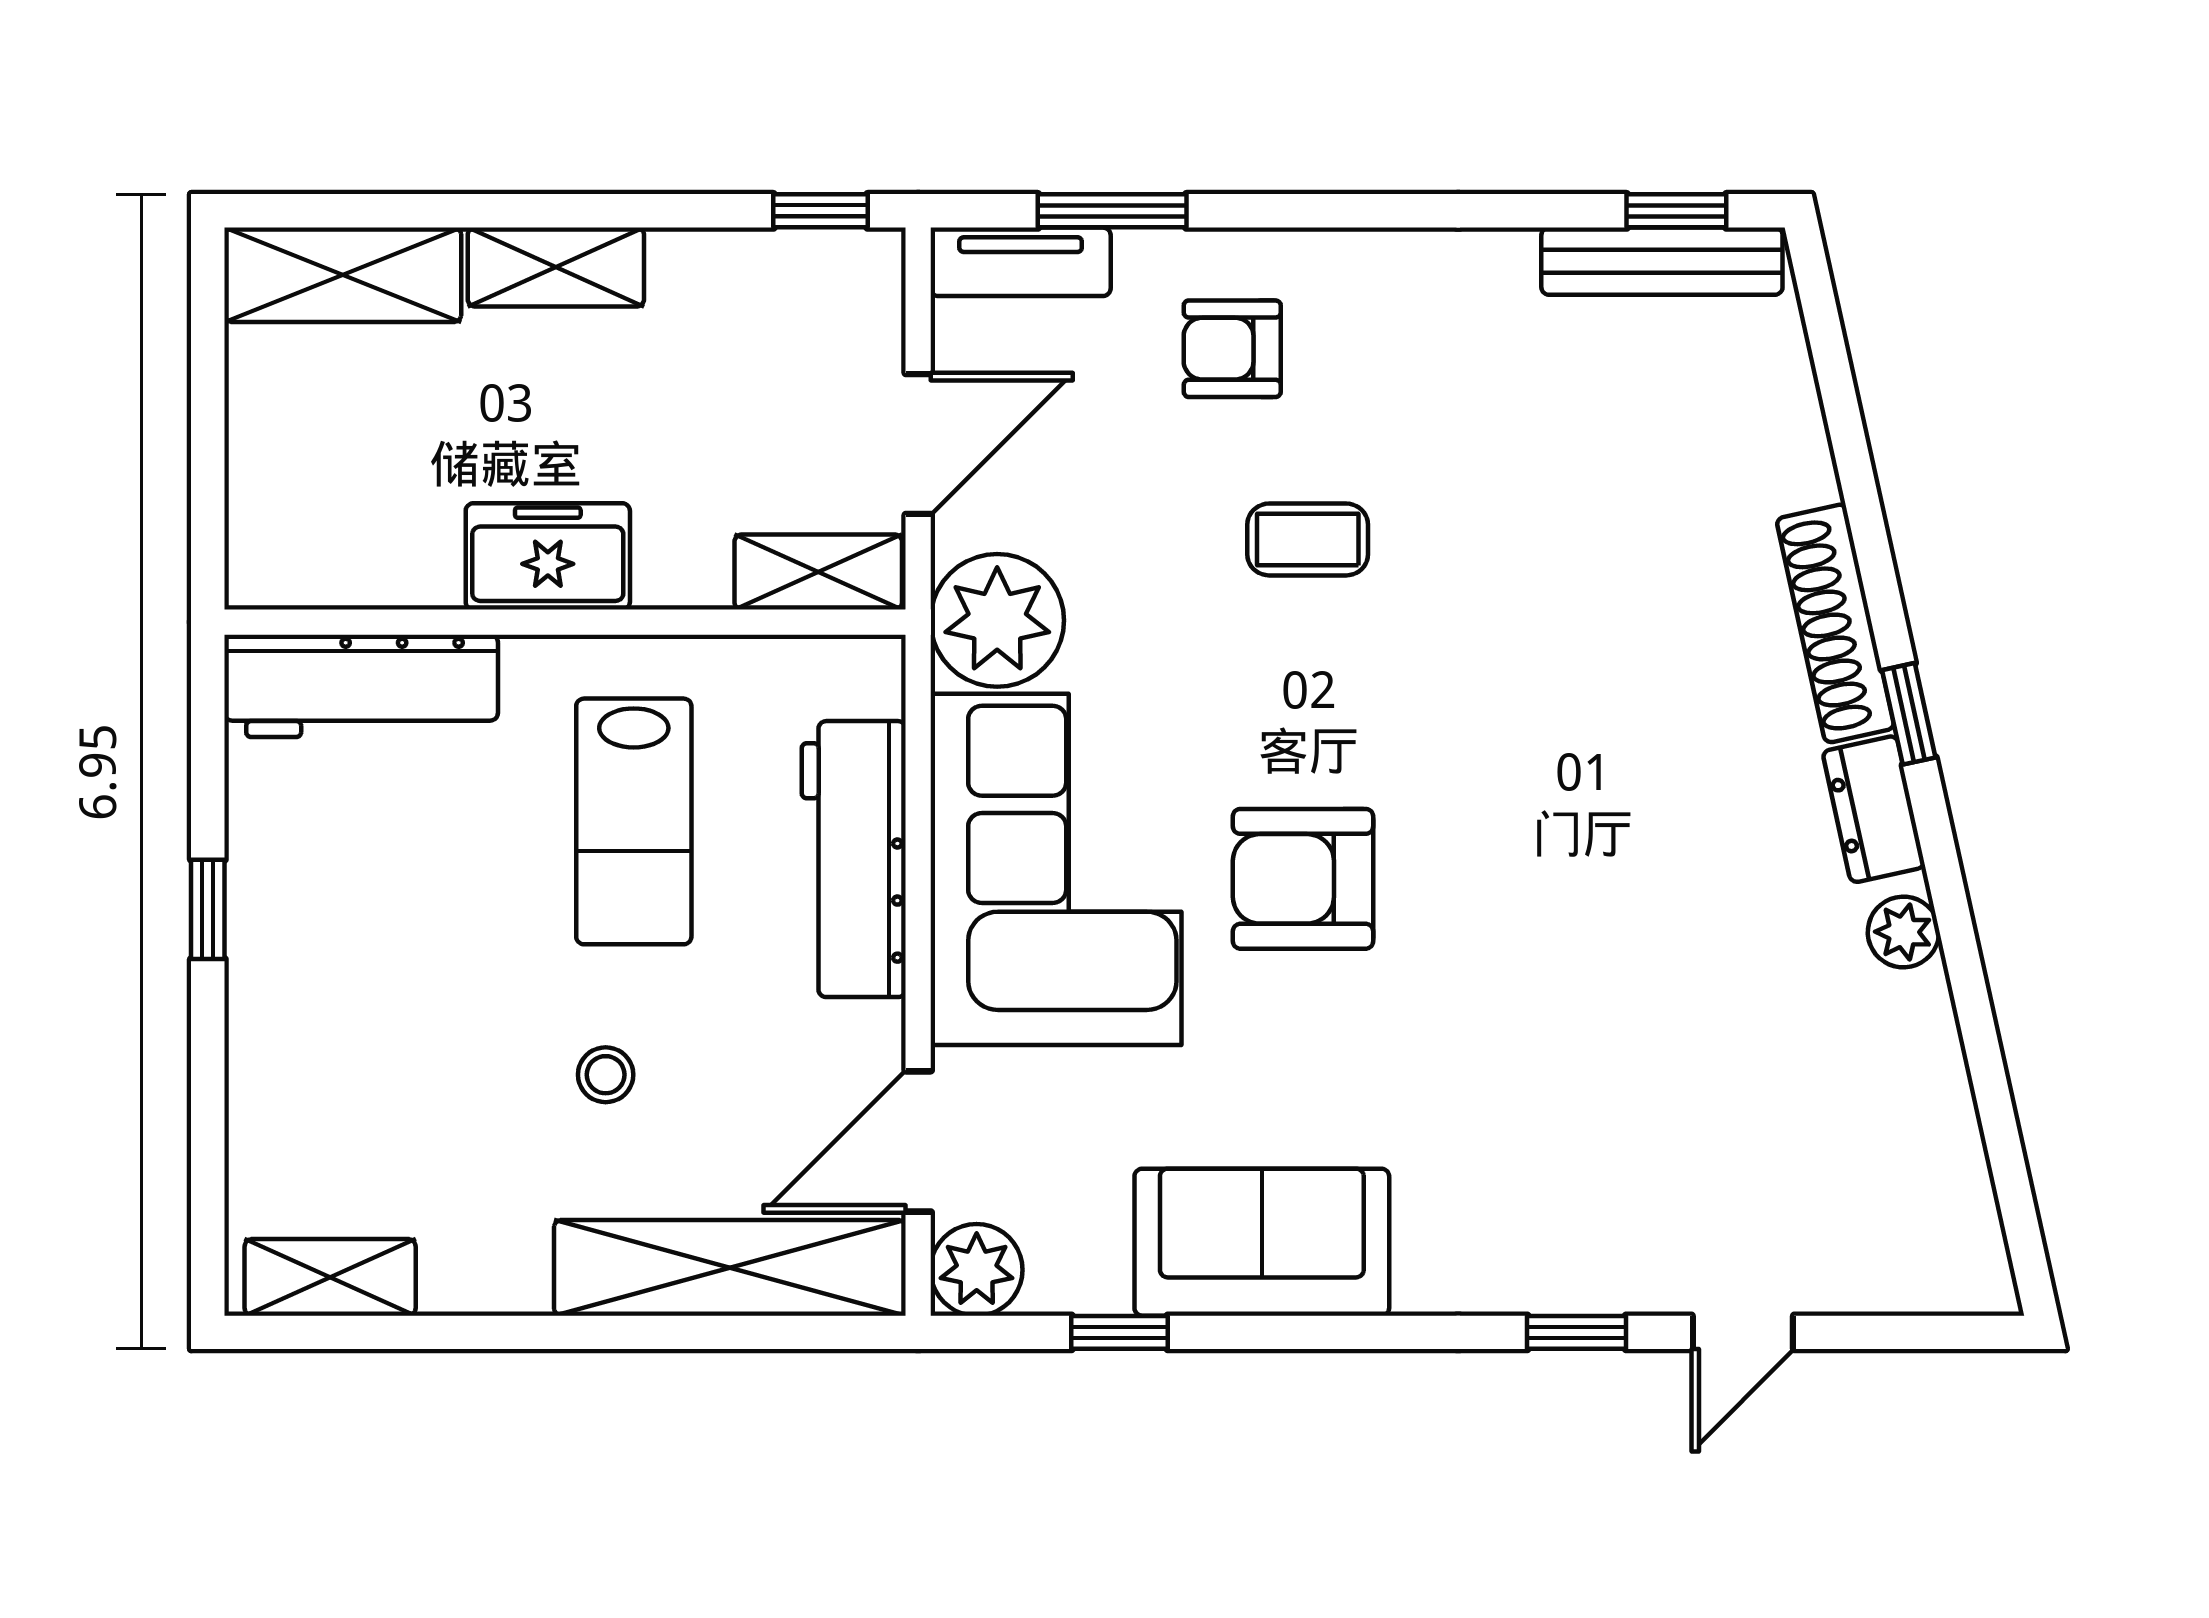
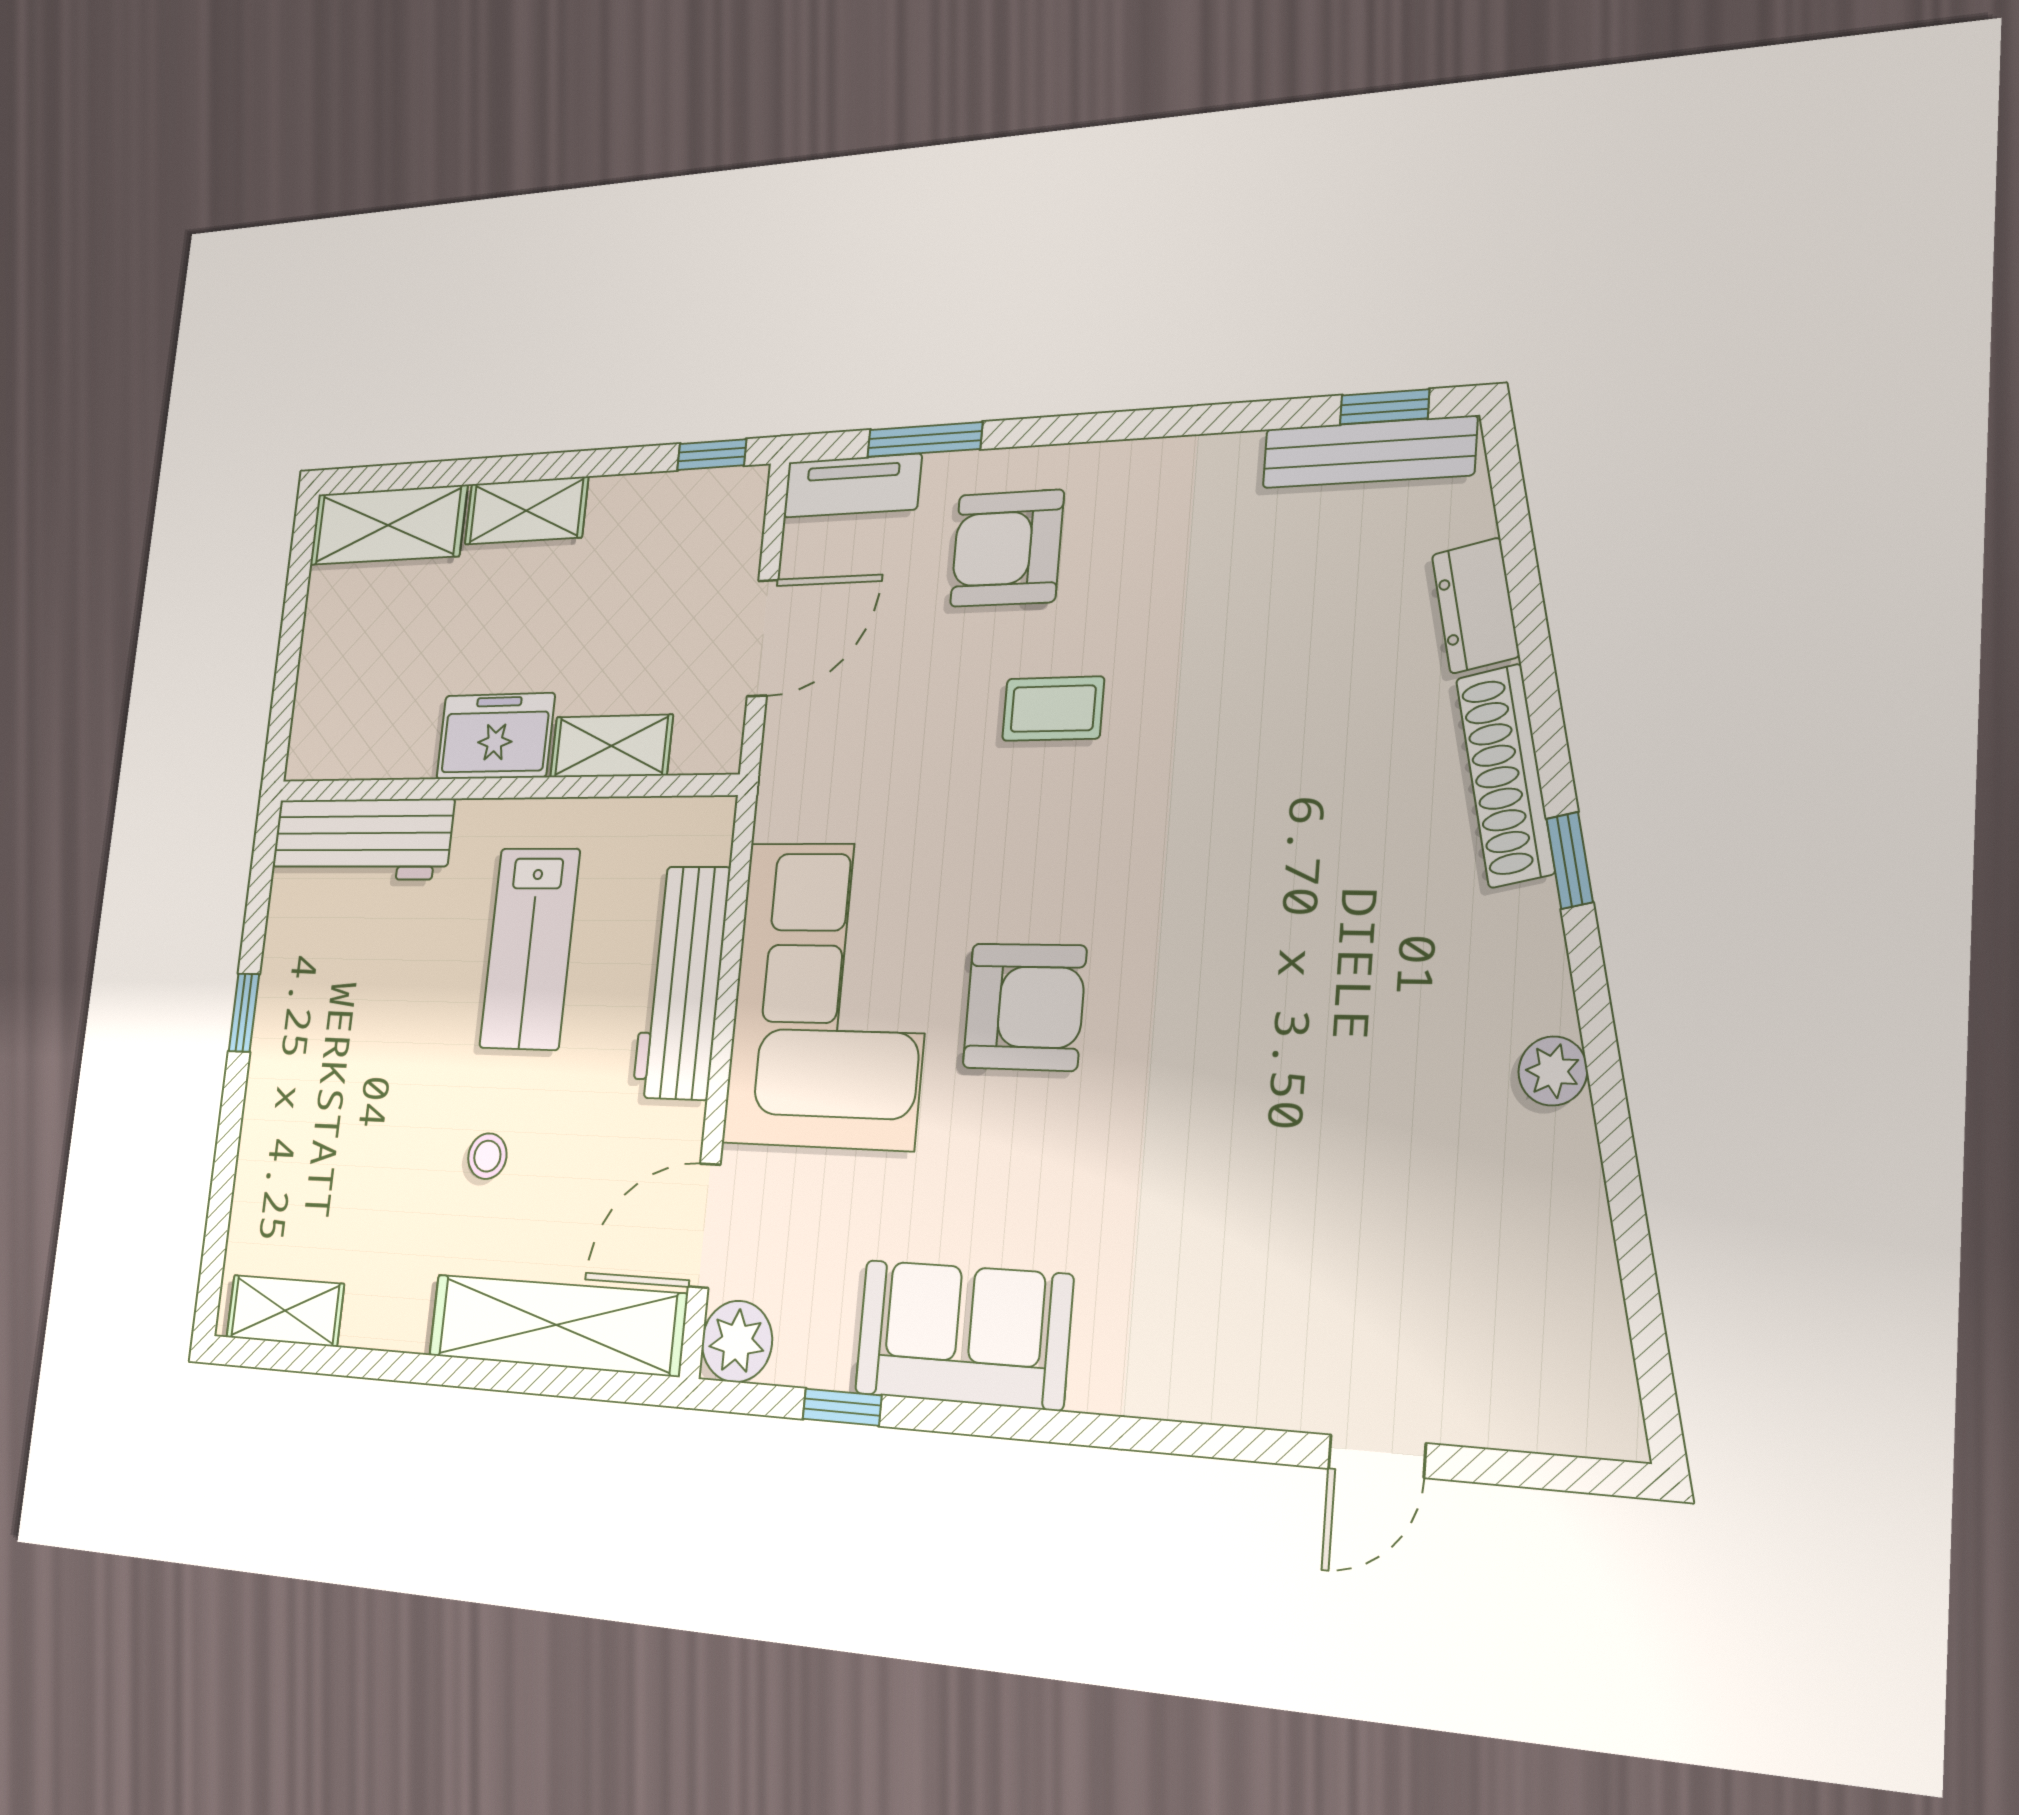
armchair: (1232, 349) -> (1007, 548), width x1.38, depth x1.38
shelving: (818, 572) -> (611, 746), moved
plant: (997, 620) -> (807, 782), removed
dresser: (1874, 809) -> (1475, 606), moved
armchair: (1303, 879) -> (1025, 1007), turned 180
window: (1577, 1332) -> (1225, 1442), removed

